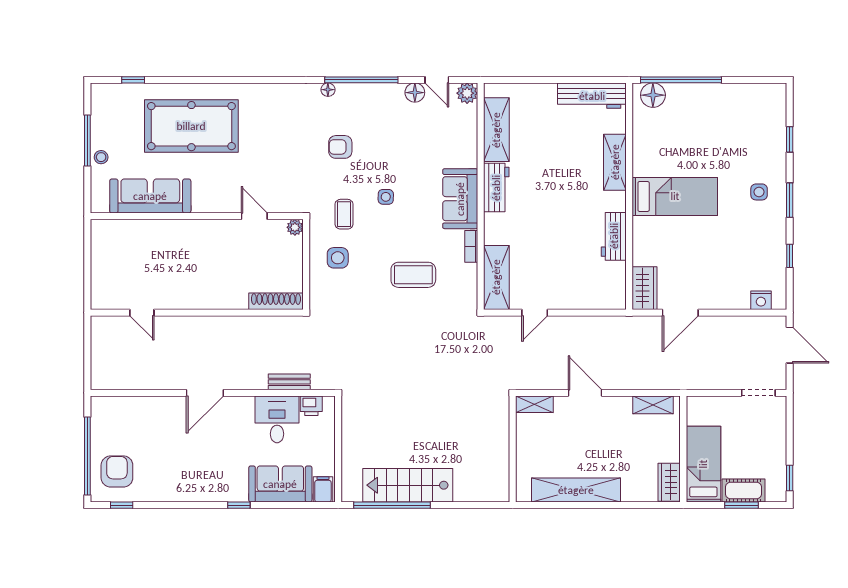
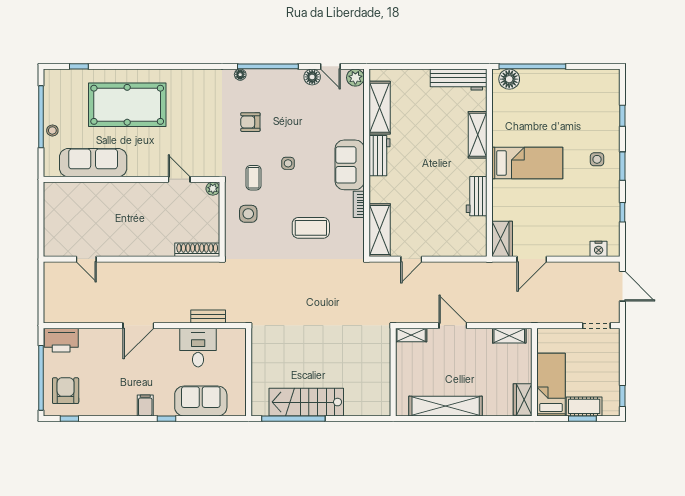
window: (87, 141) -> (41, 117), width x1.46
printer: (311, 406) -> (61, 340), moved, width x1.87, depth x1.48
filing cabinet: (323, 489) -> (145, 405), moved

